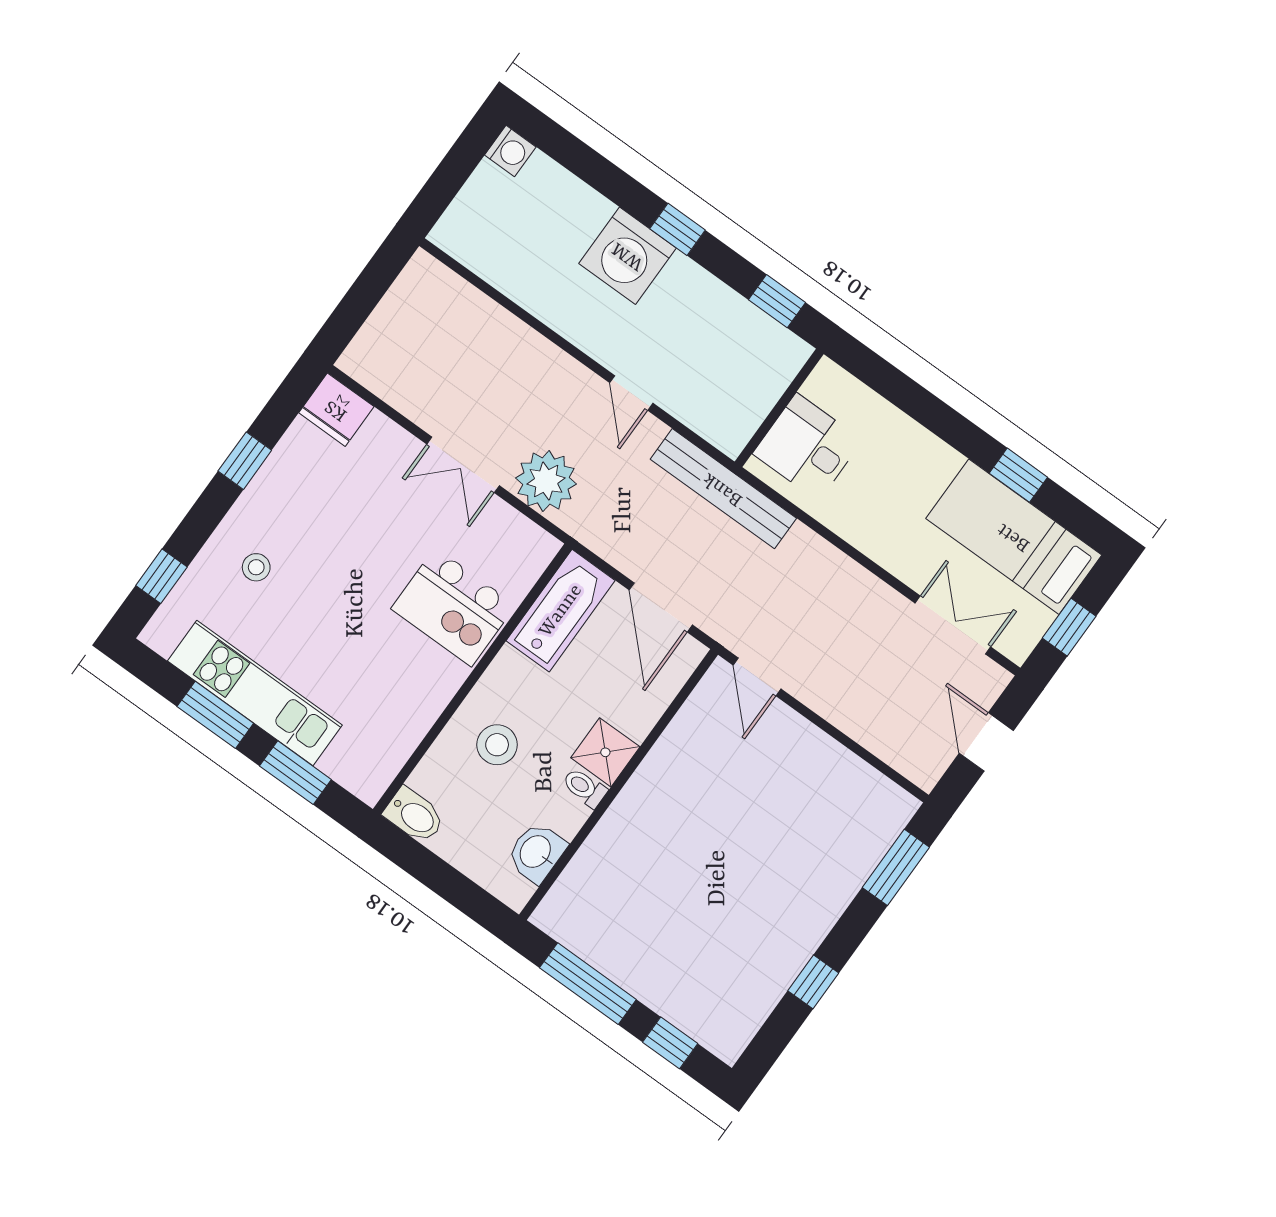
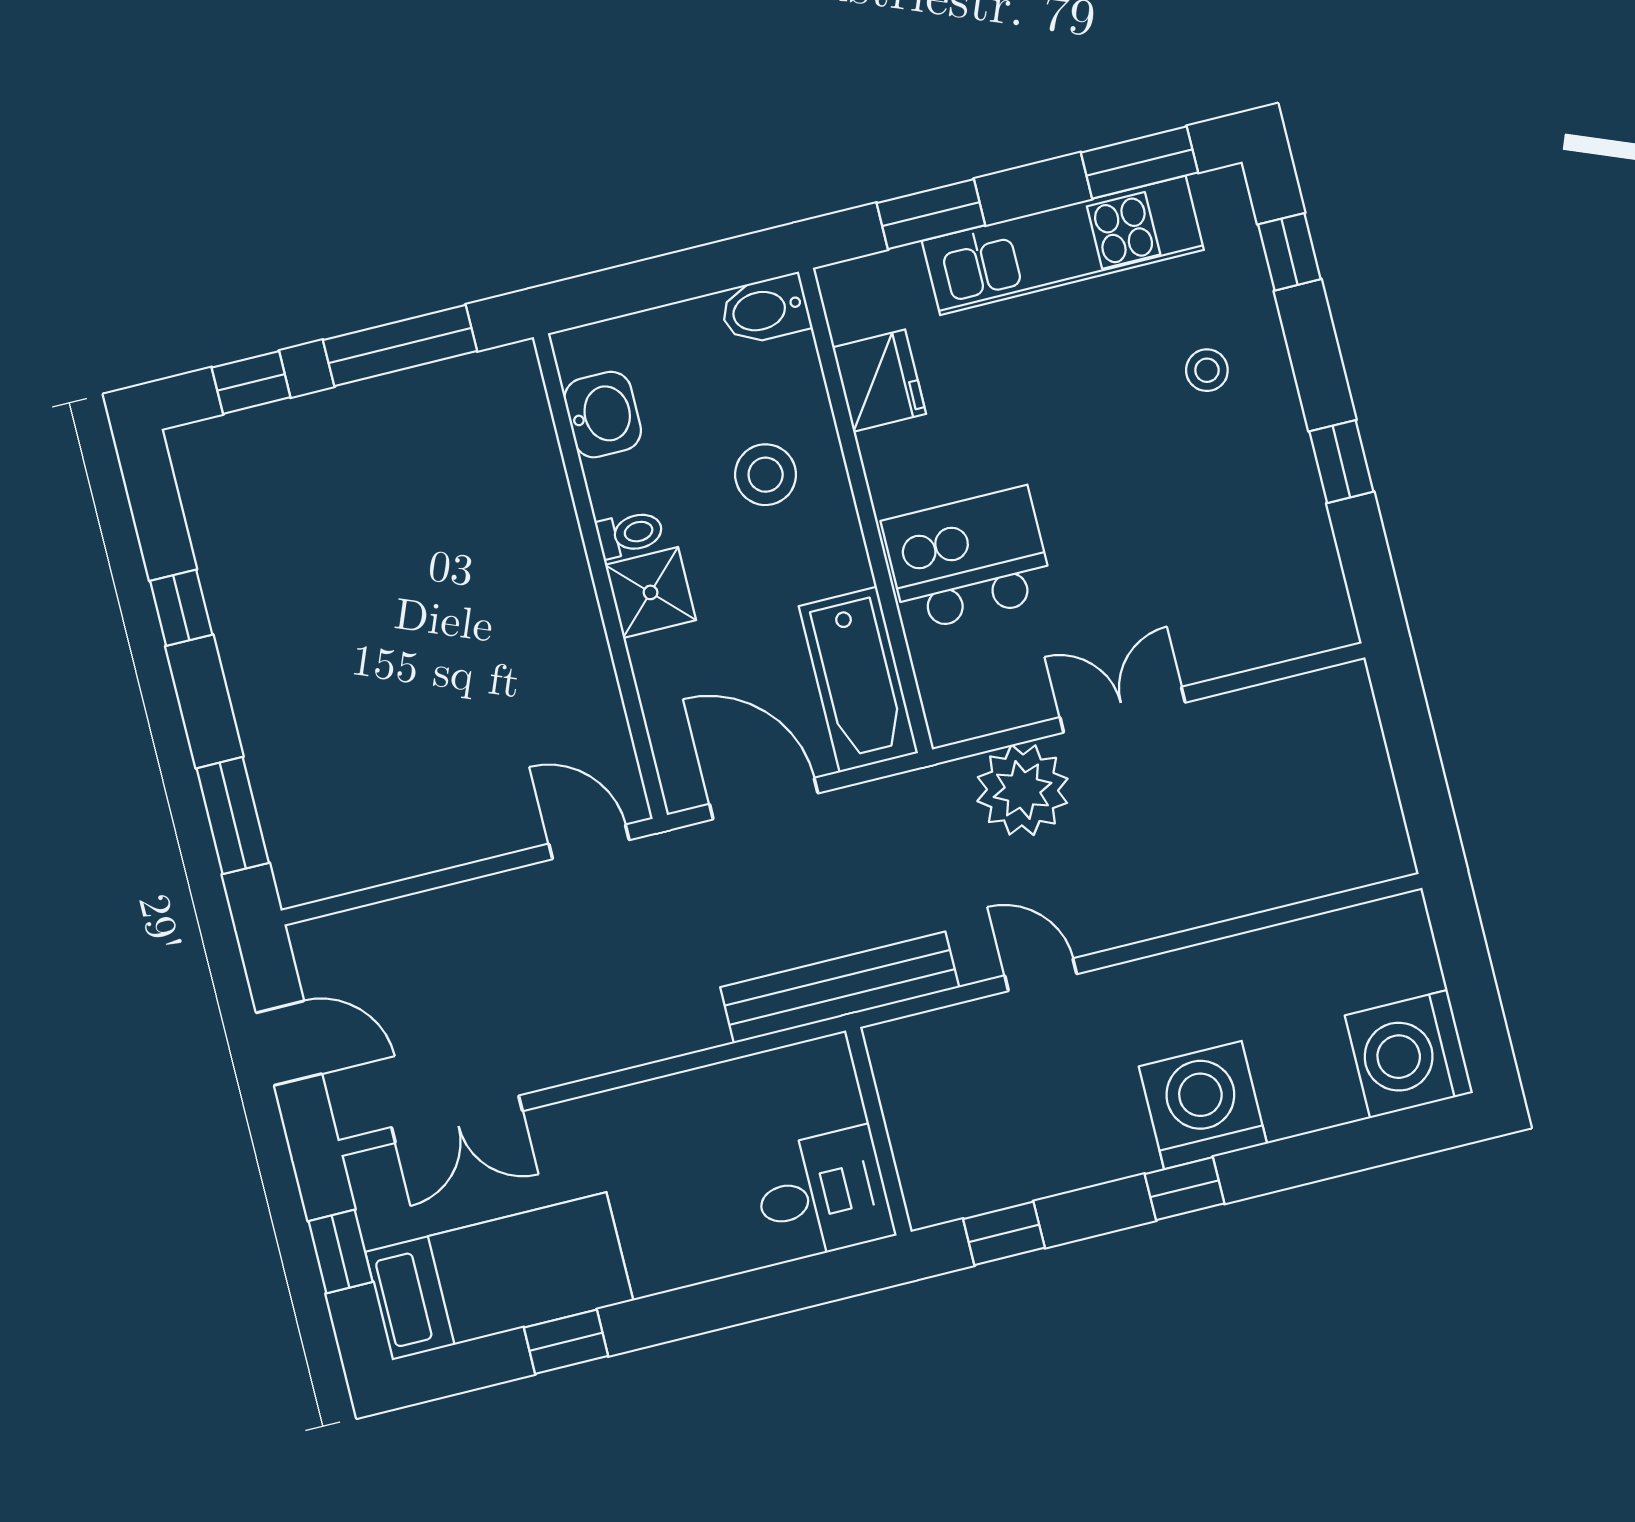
washing machine: (510, 151) -> (1409, 1054), width x1.89, depth x1.89
fridge: (336, 410) -> (879, 381), moved, turned 90
desk: (808, 447) -> (822, 1194), moved
window: (215, 715) -> (1139, 163), moved

